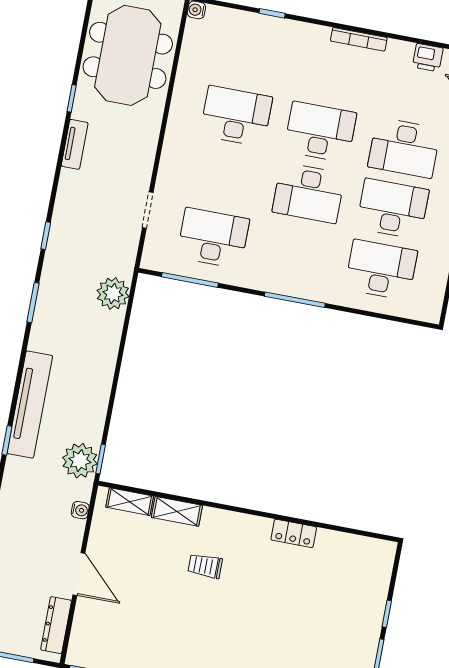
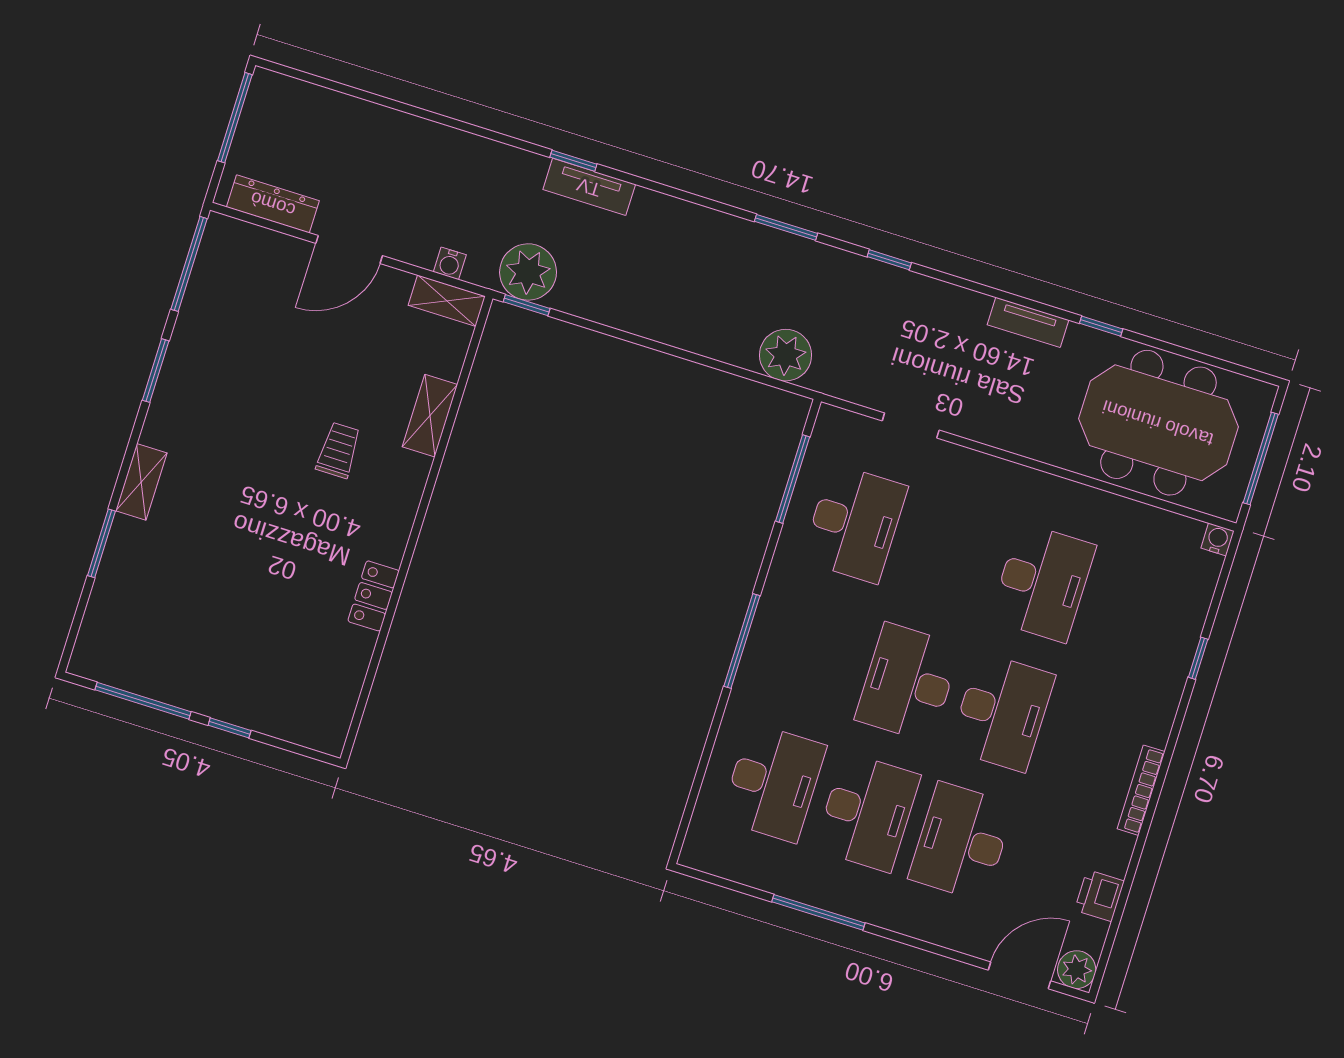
tv unit: (30, 405) -> (589, 187), width x0.52, depth x0.78
shelving: (130, 502) -> (447, 301), moved, turned 90

